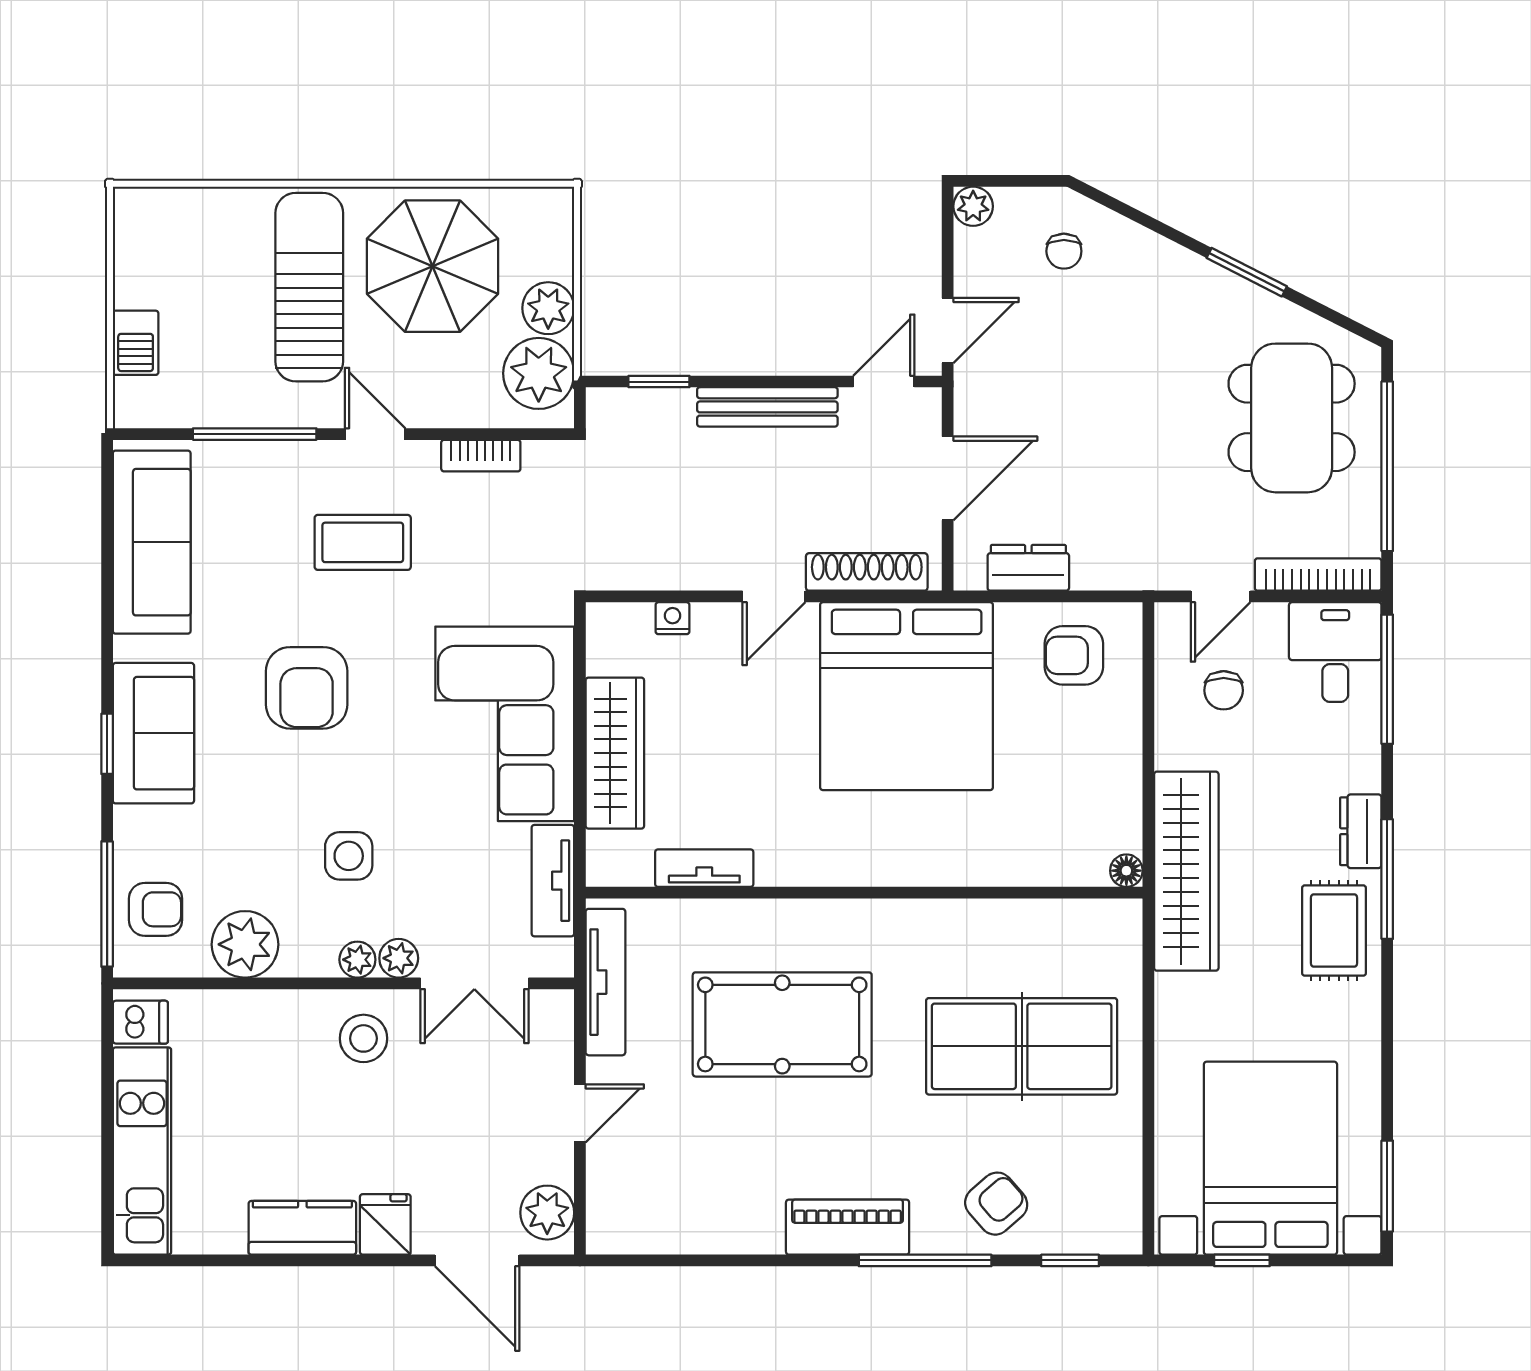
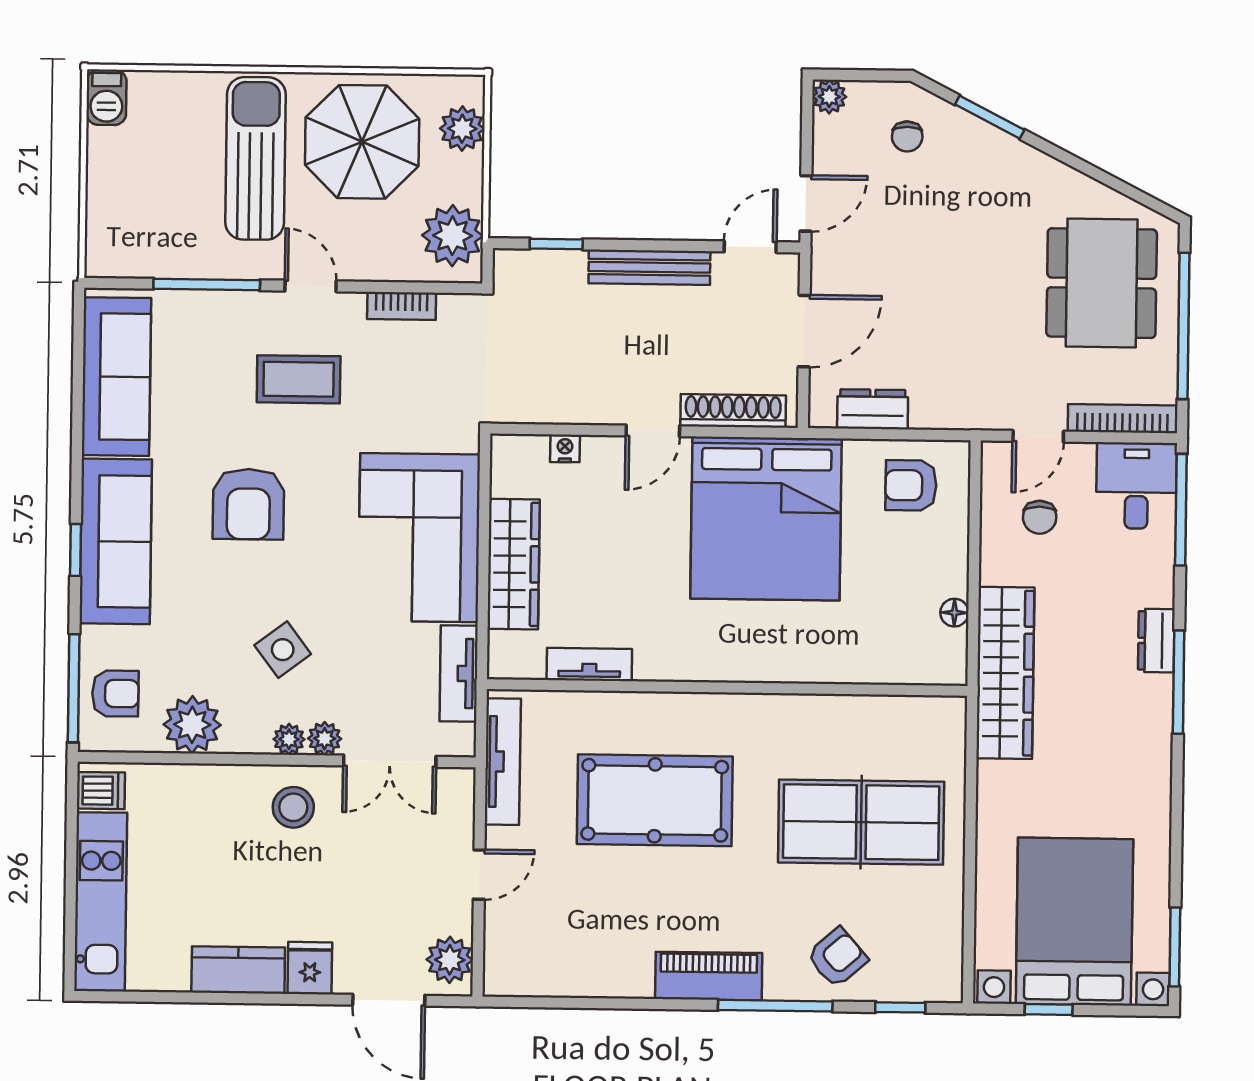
window: (1247, 272) -> (990, 117), moved
plant: (548, 308) -> (462, 129), moved
barbecue: (136, 343) -> (106, 97), moved
sofa: (153, 733) -> (116, 541), width x1.36
side table: (349, 856) -> (283, 650), turned -37
floor lamp: (1126, 871) -> (954, 613), moved
rug: (1334, 931) -> (1132, 726), removed

